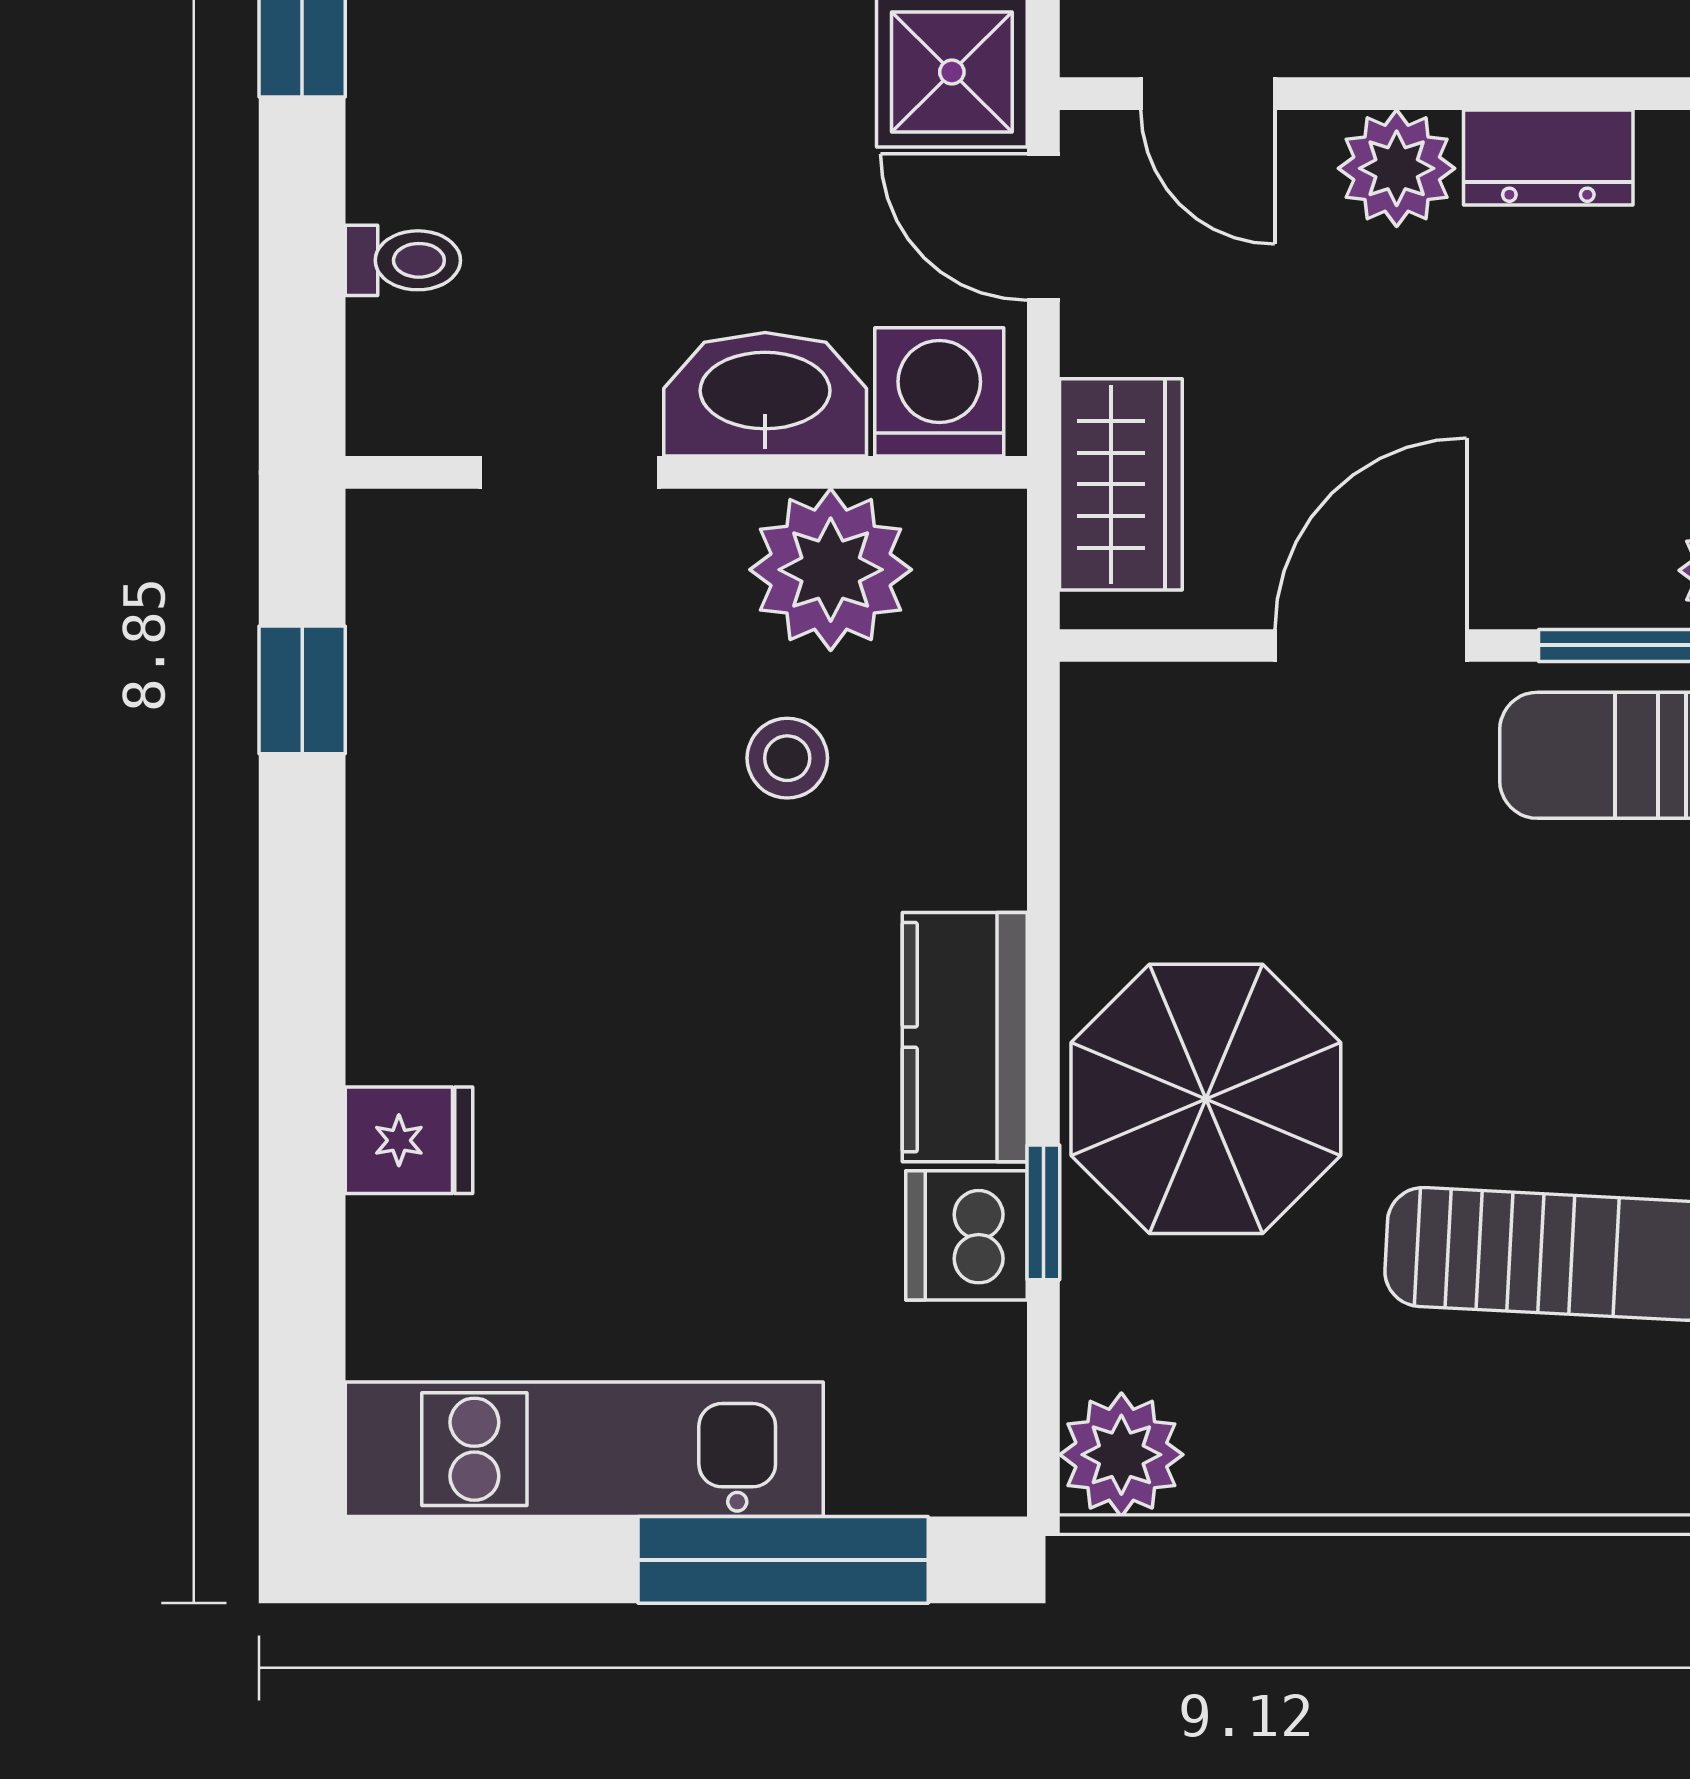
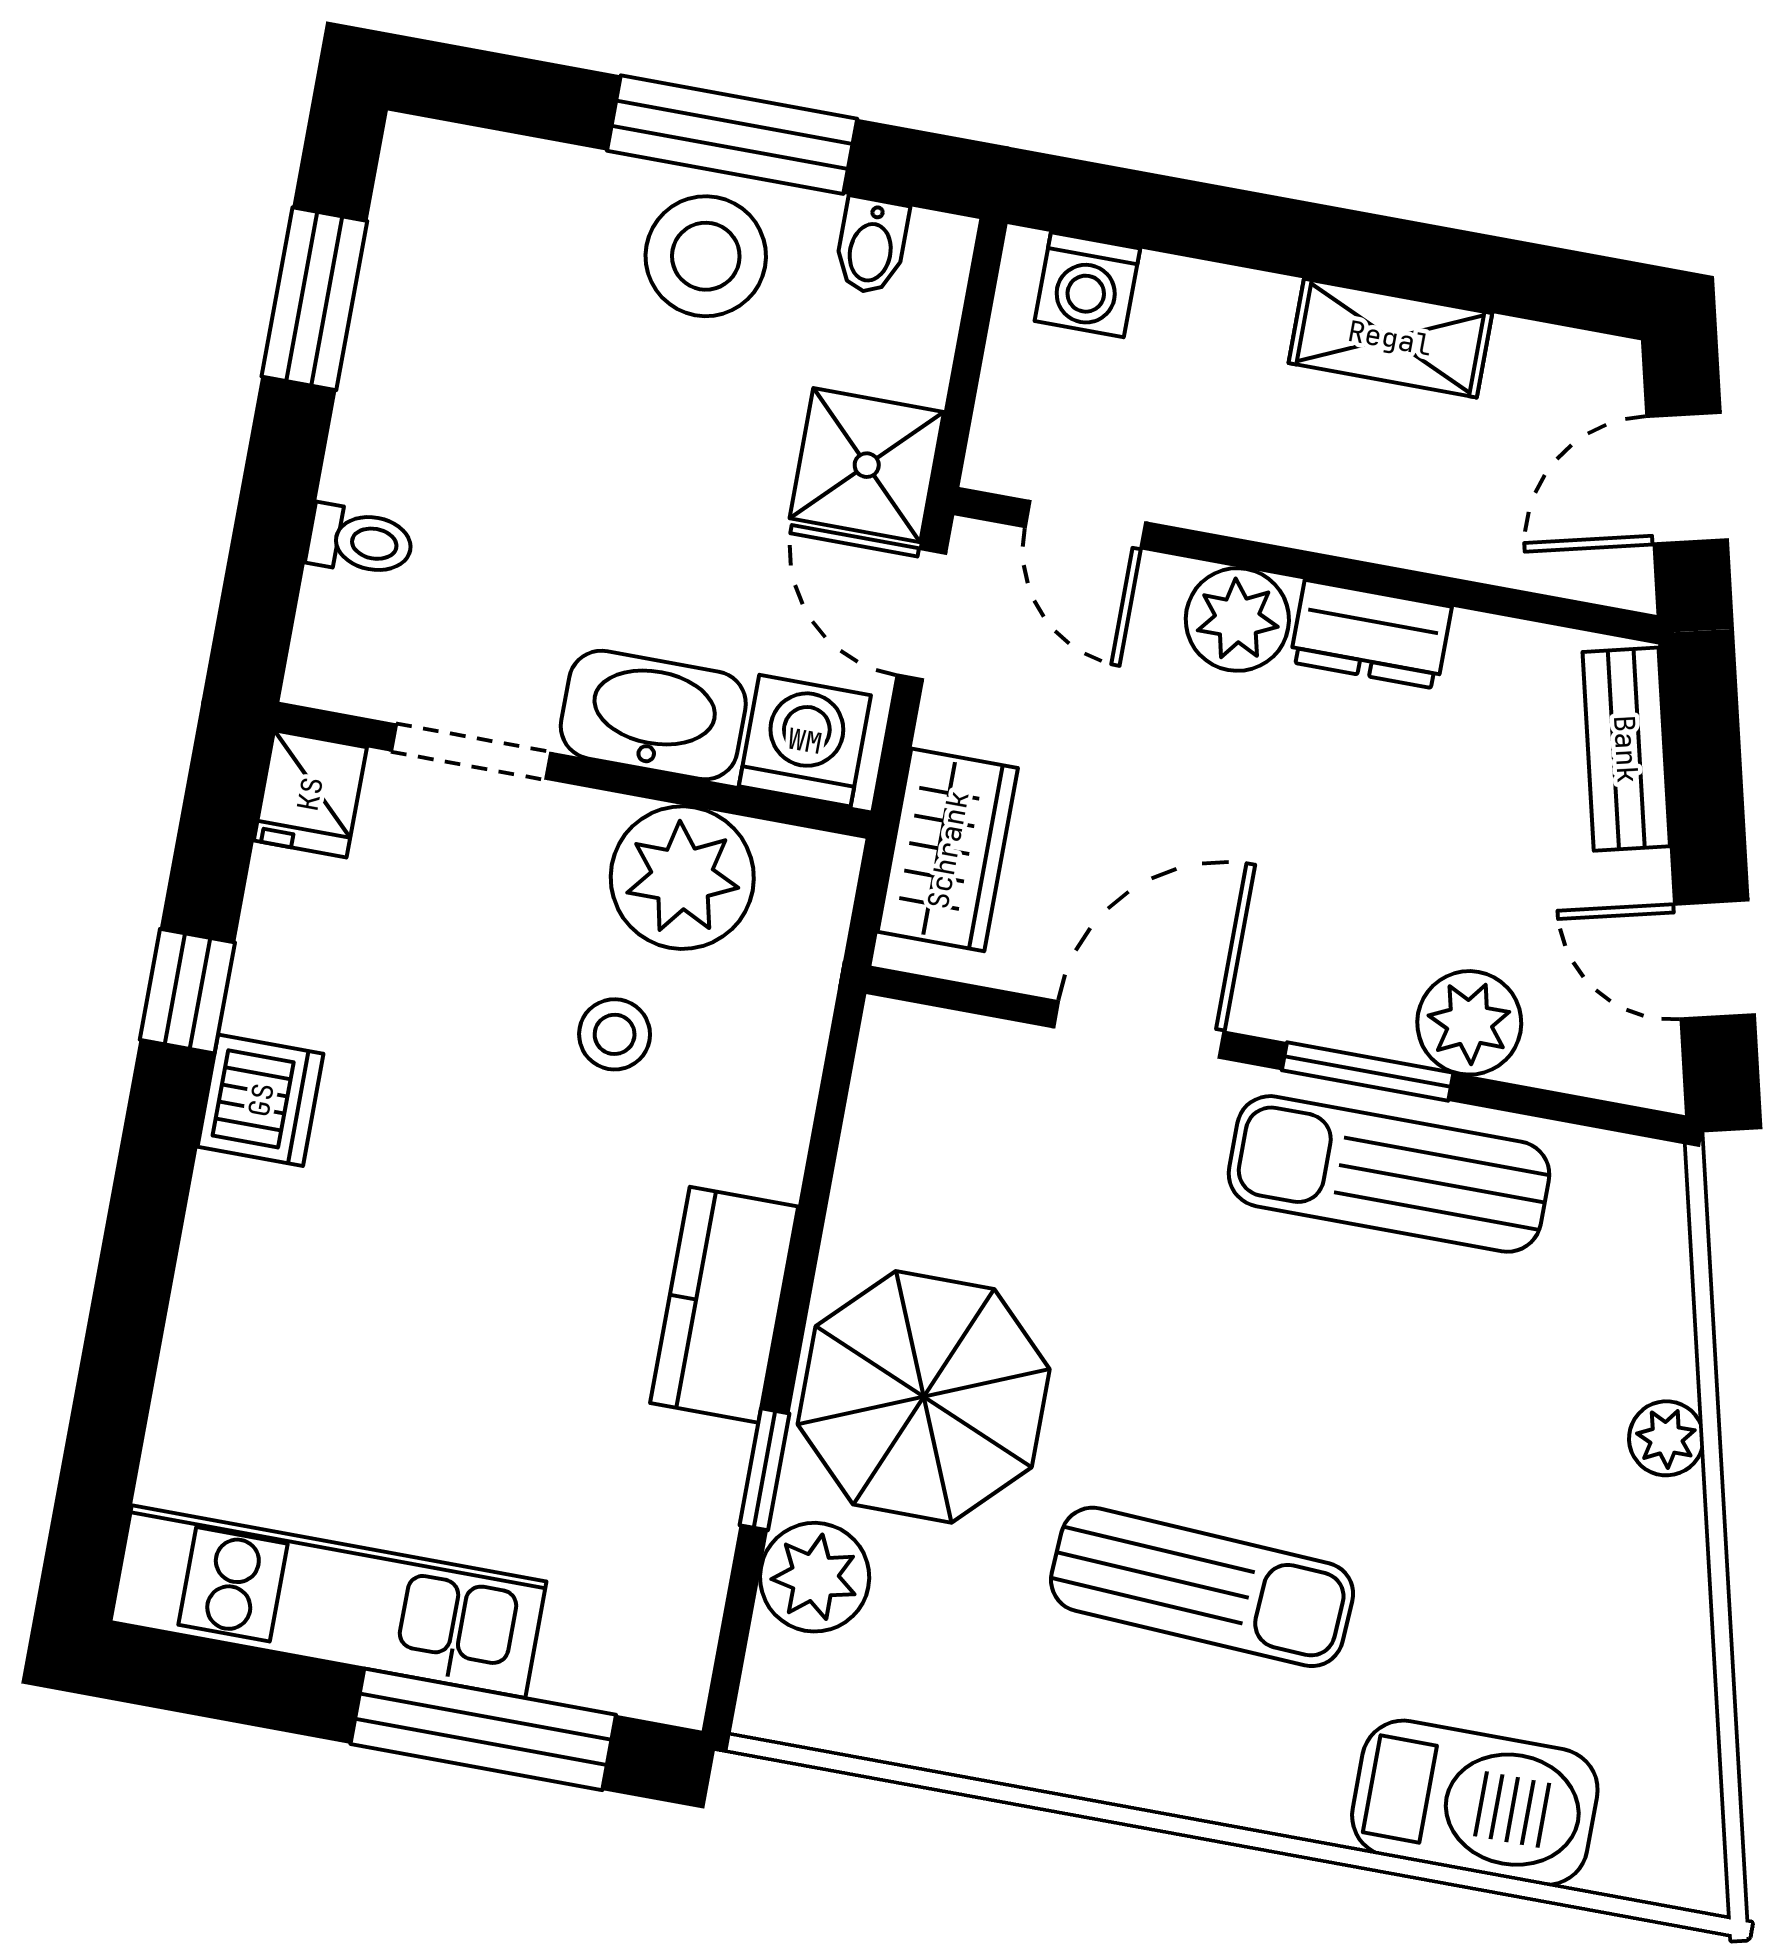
window: (302, 690) -> (187, 991), moved
fridge: (409, 1140) -> (310, 794), moved, turned 90
dishwasher: (966, 1235) -> (261, 1100), moved, turned 180
plant: (1121, 1455) -> (815, 1577), moved

